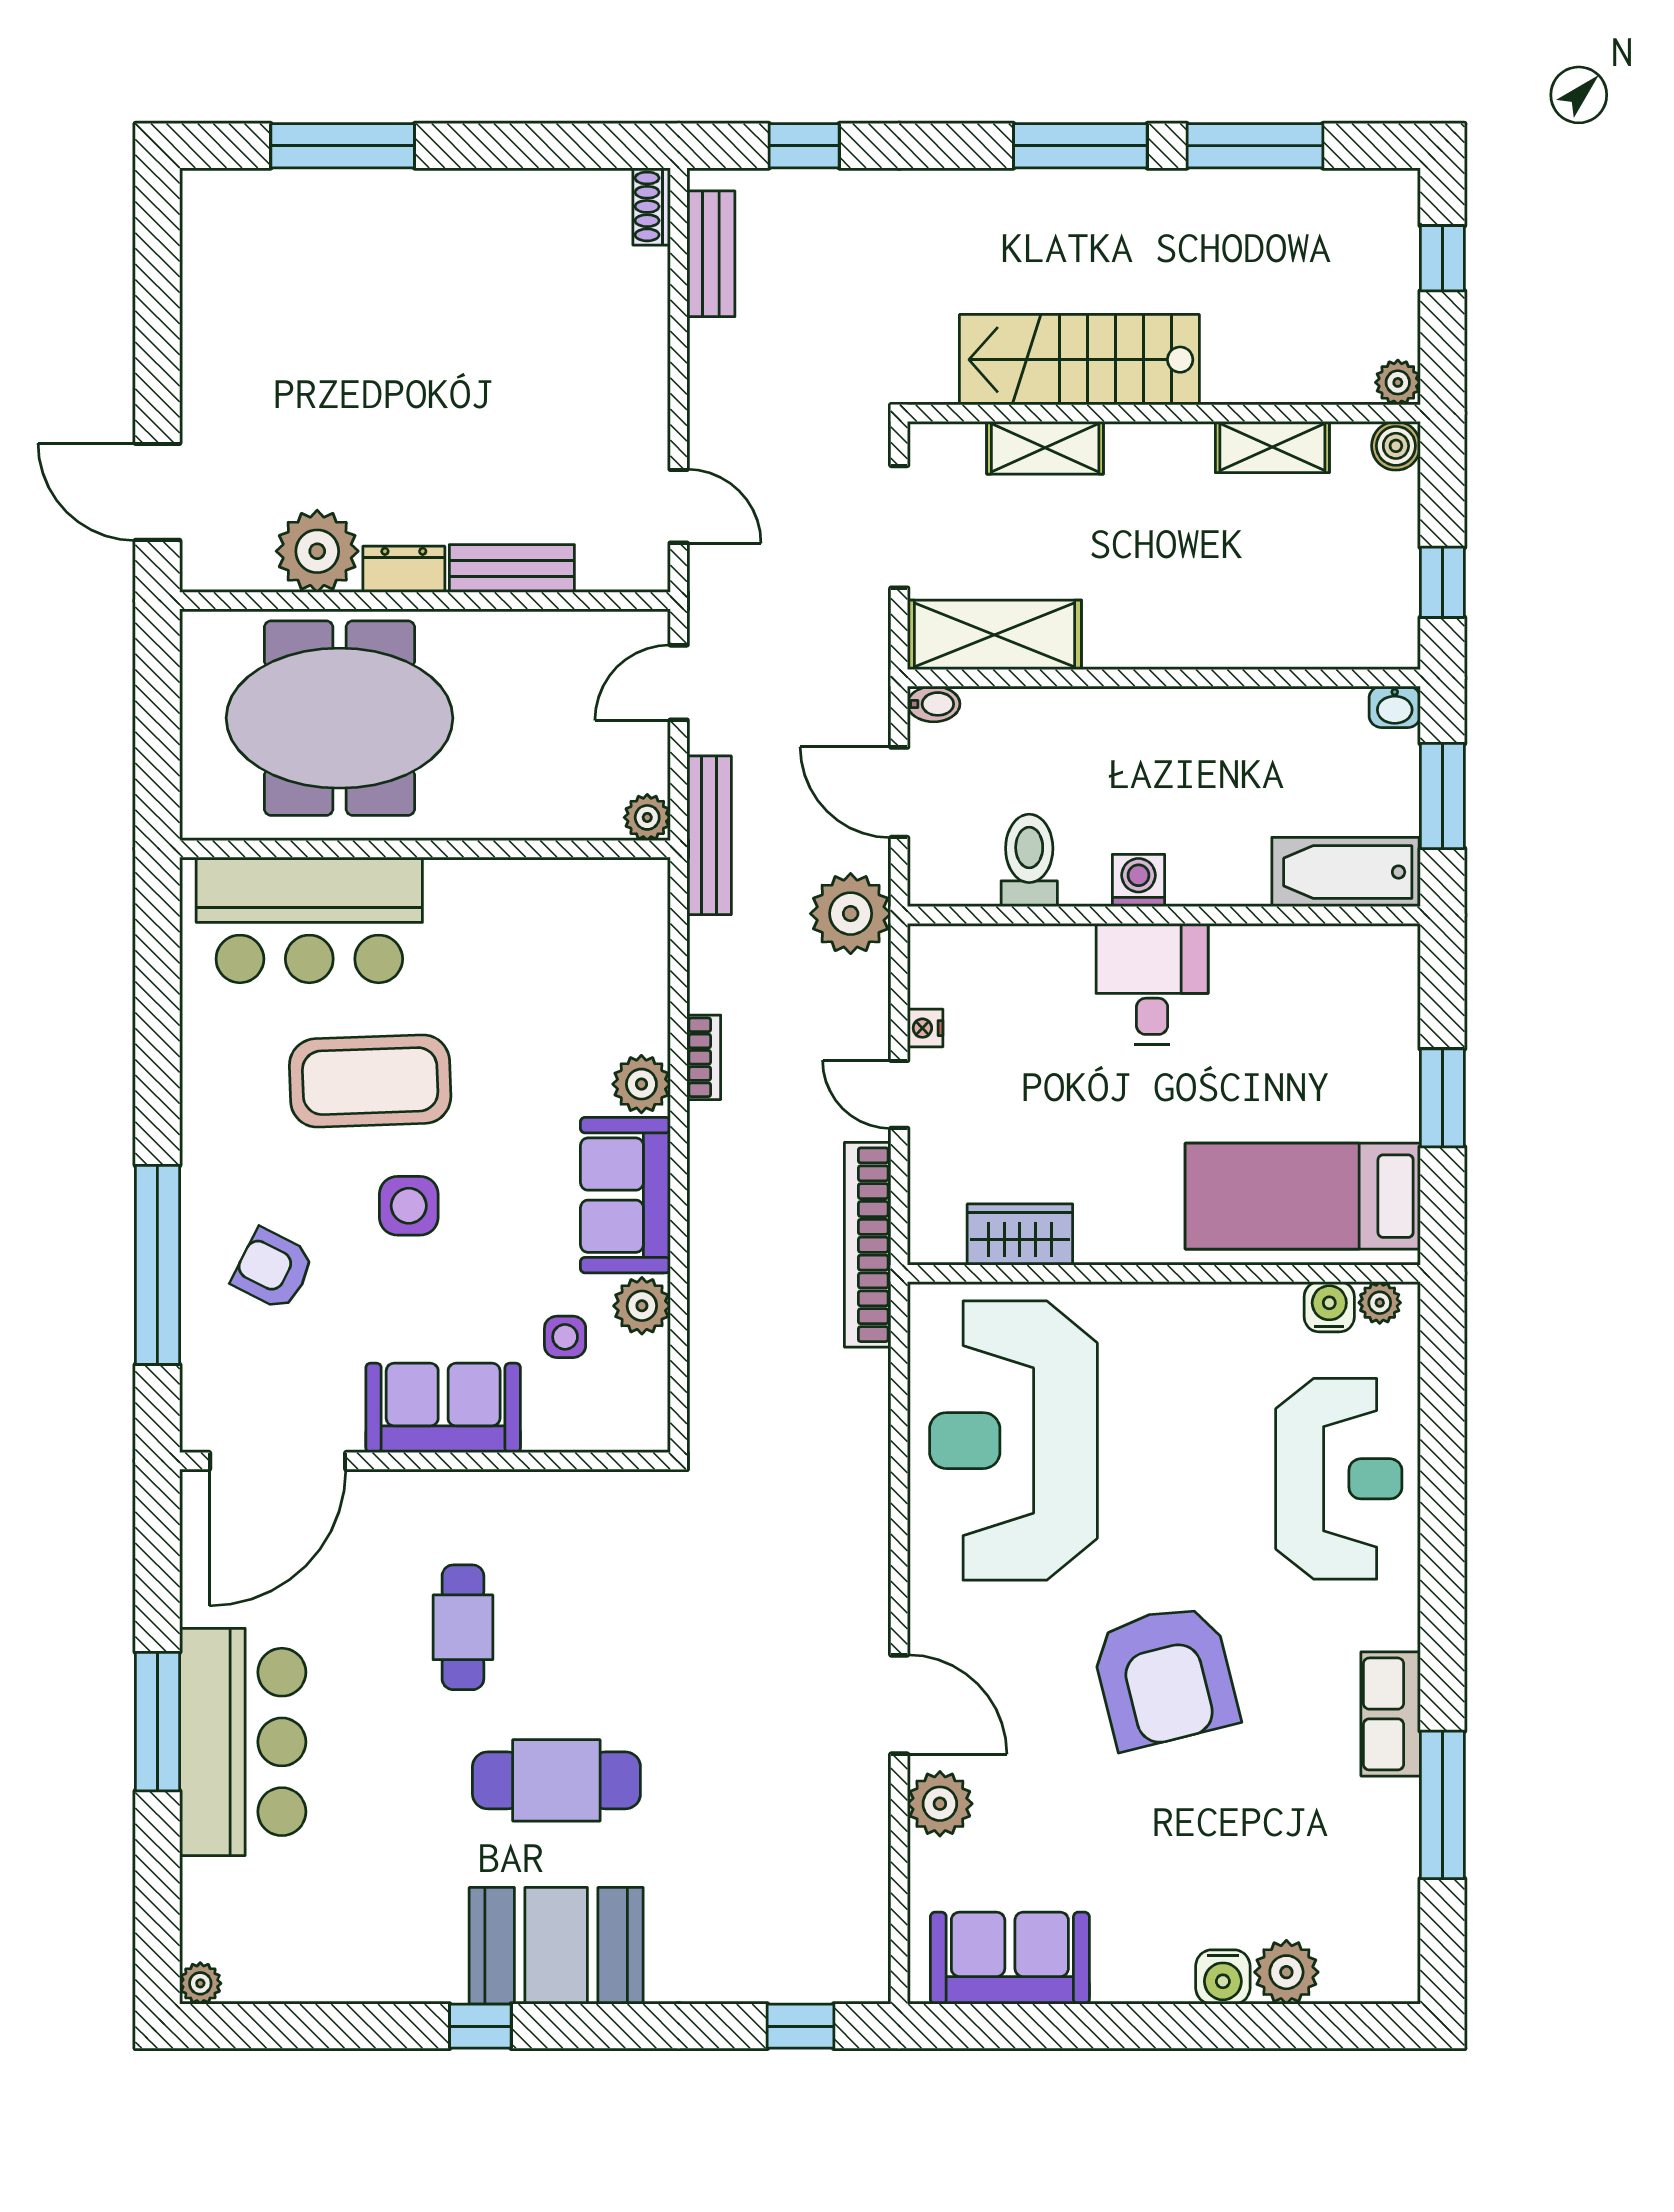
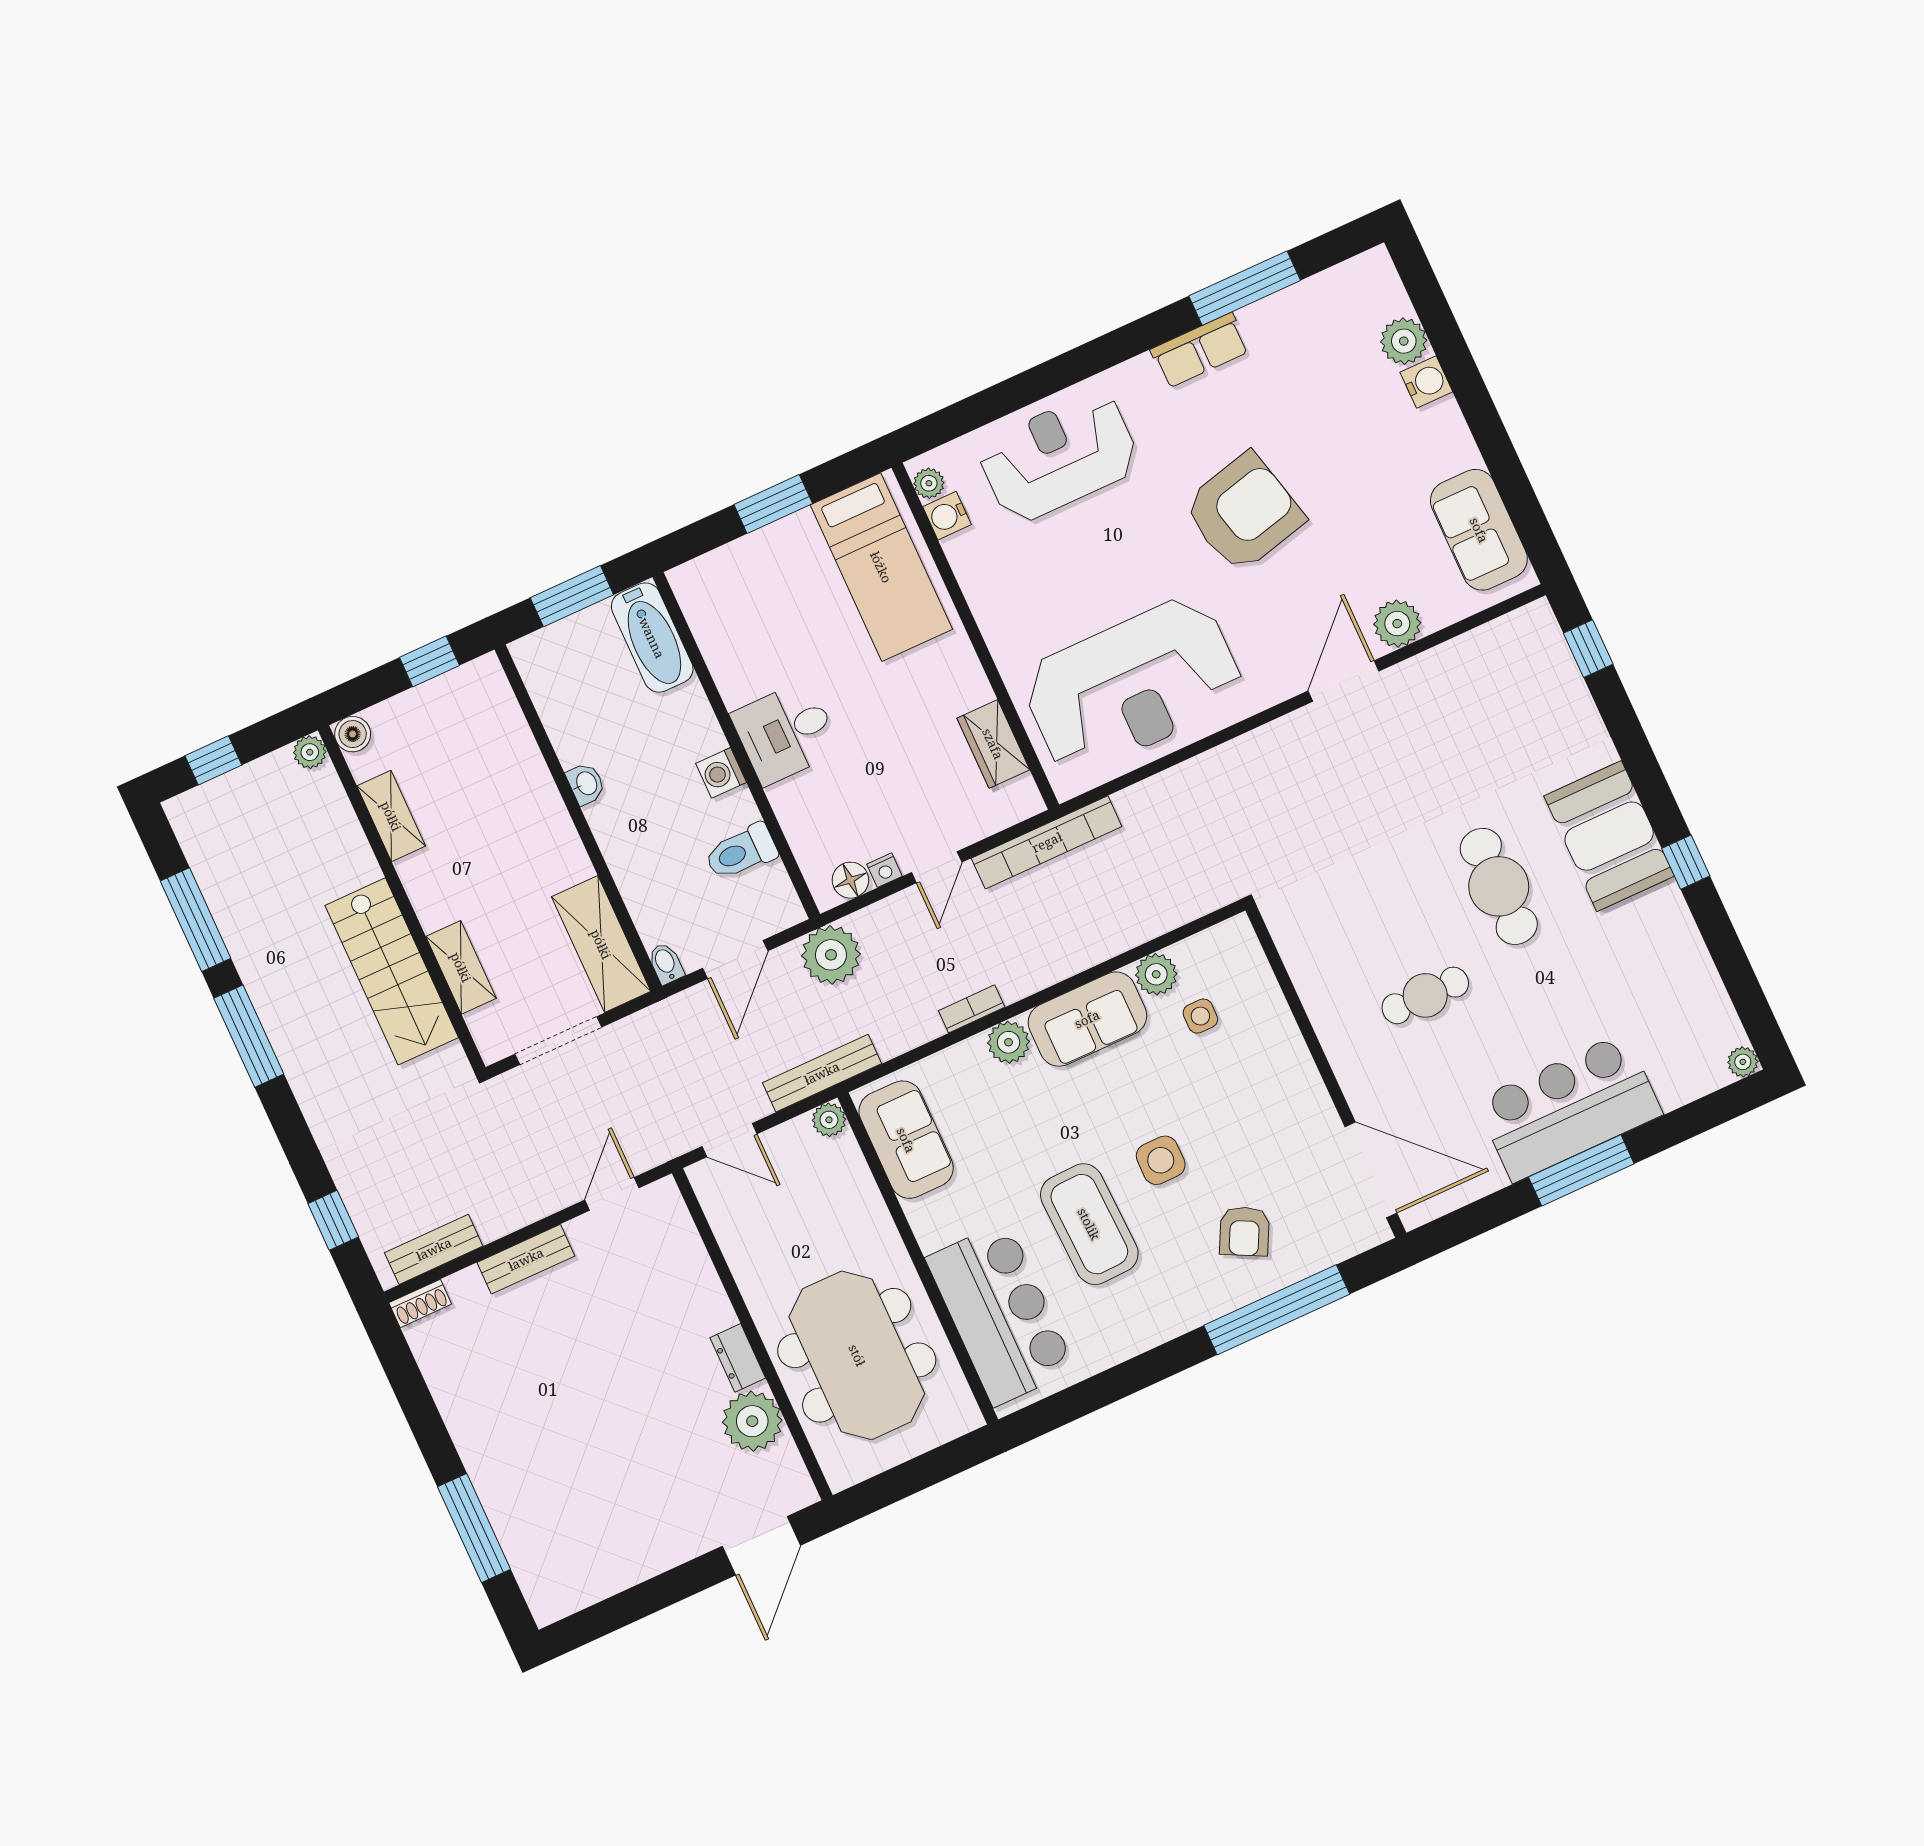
bench: (512, 569) -> (526, 1259), moved, turned 90
washbasin: (1395, 707) -> (586, 784), moved
floor lamp: (932, 980) -> (850, 880), added
sofa: (443, 1408) -> (906, 1140), moved, turned 180

